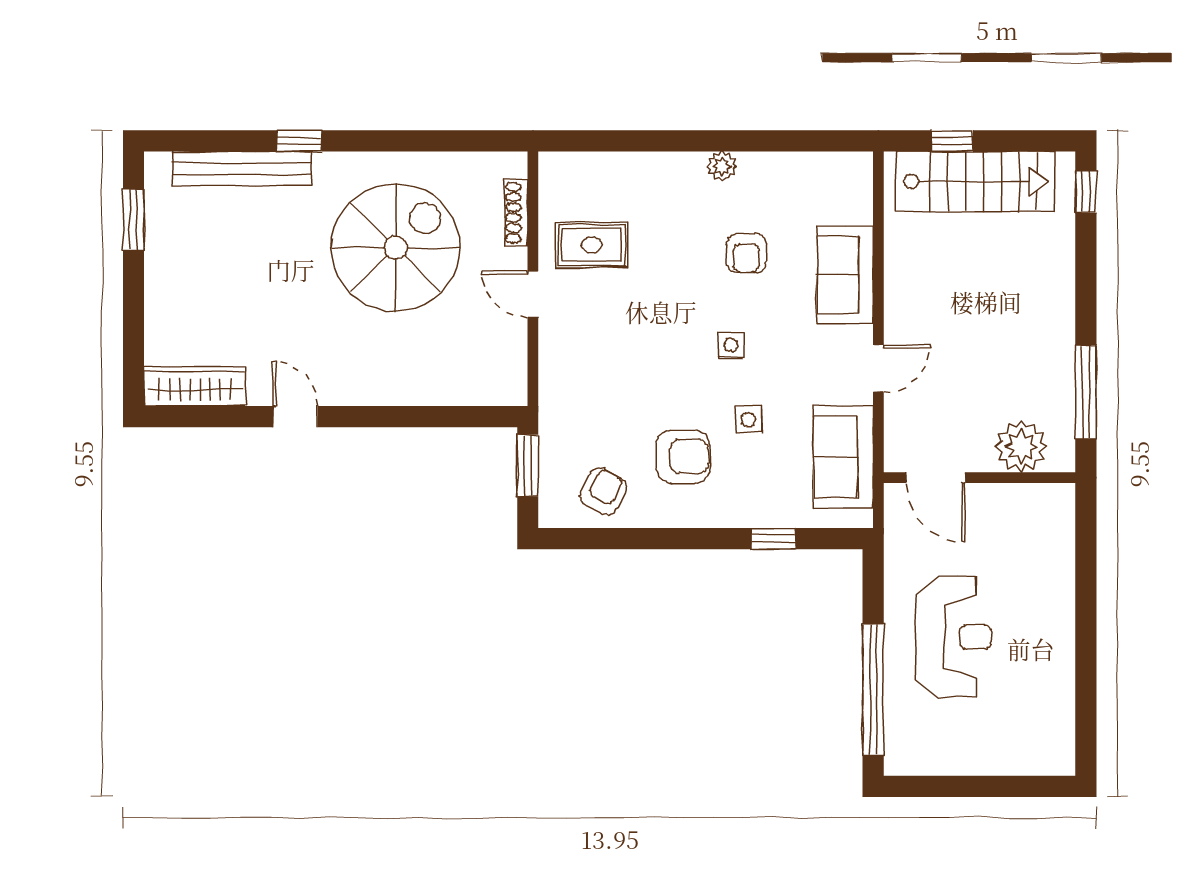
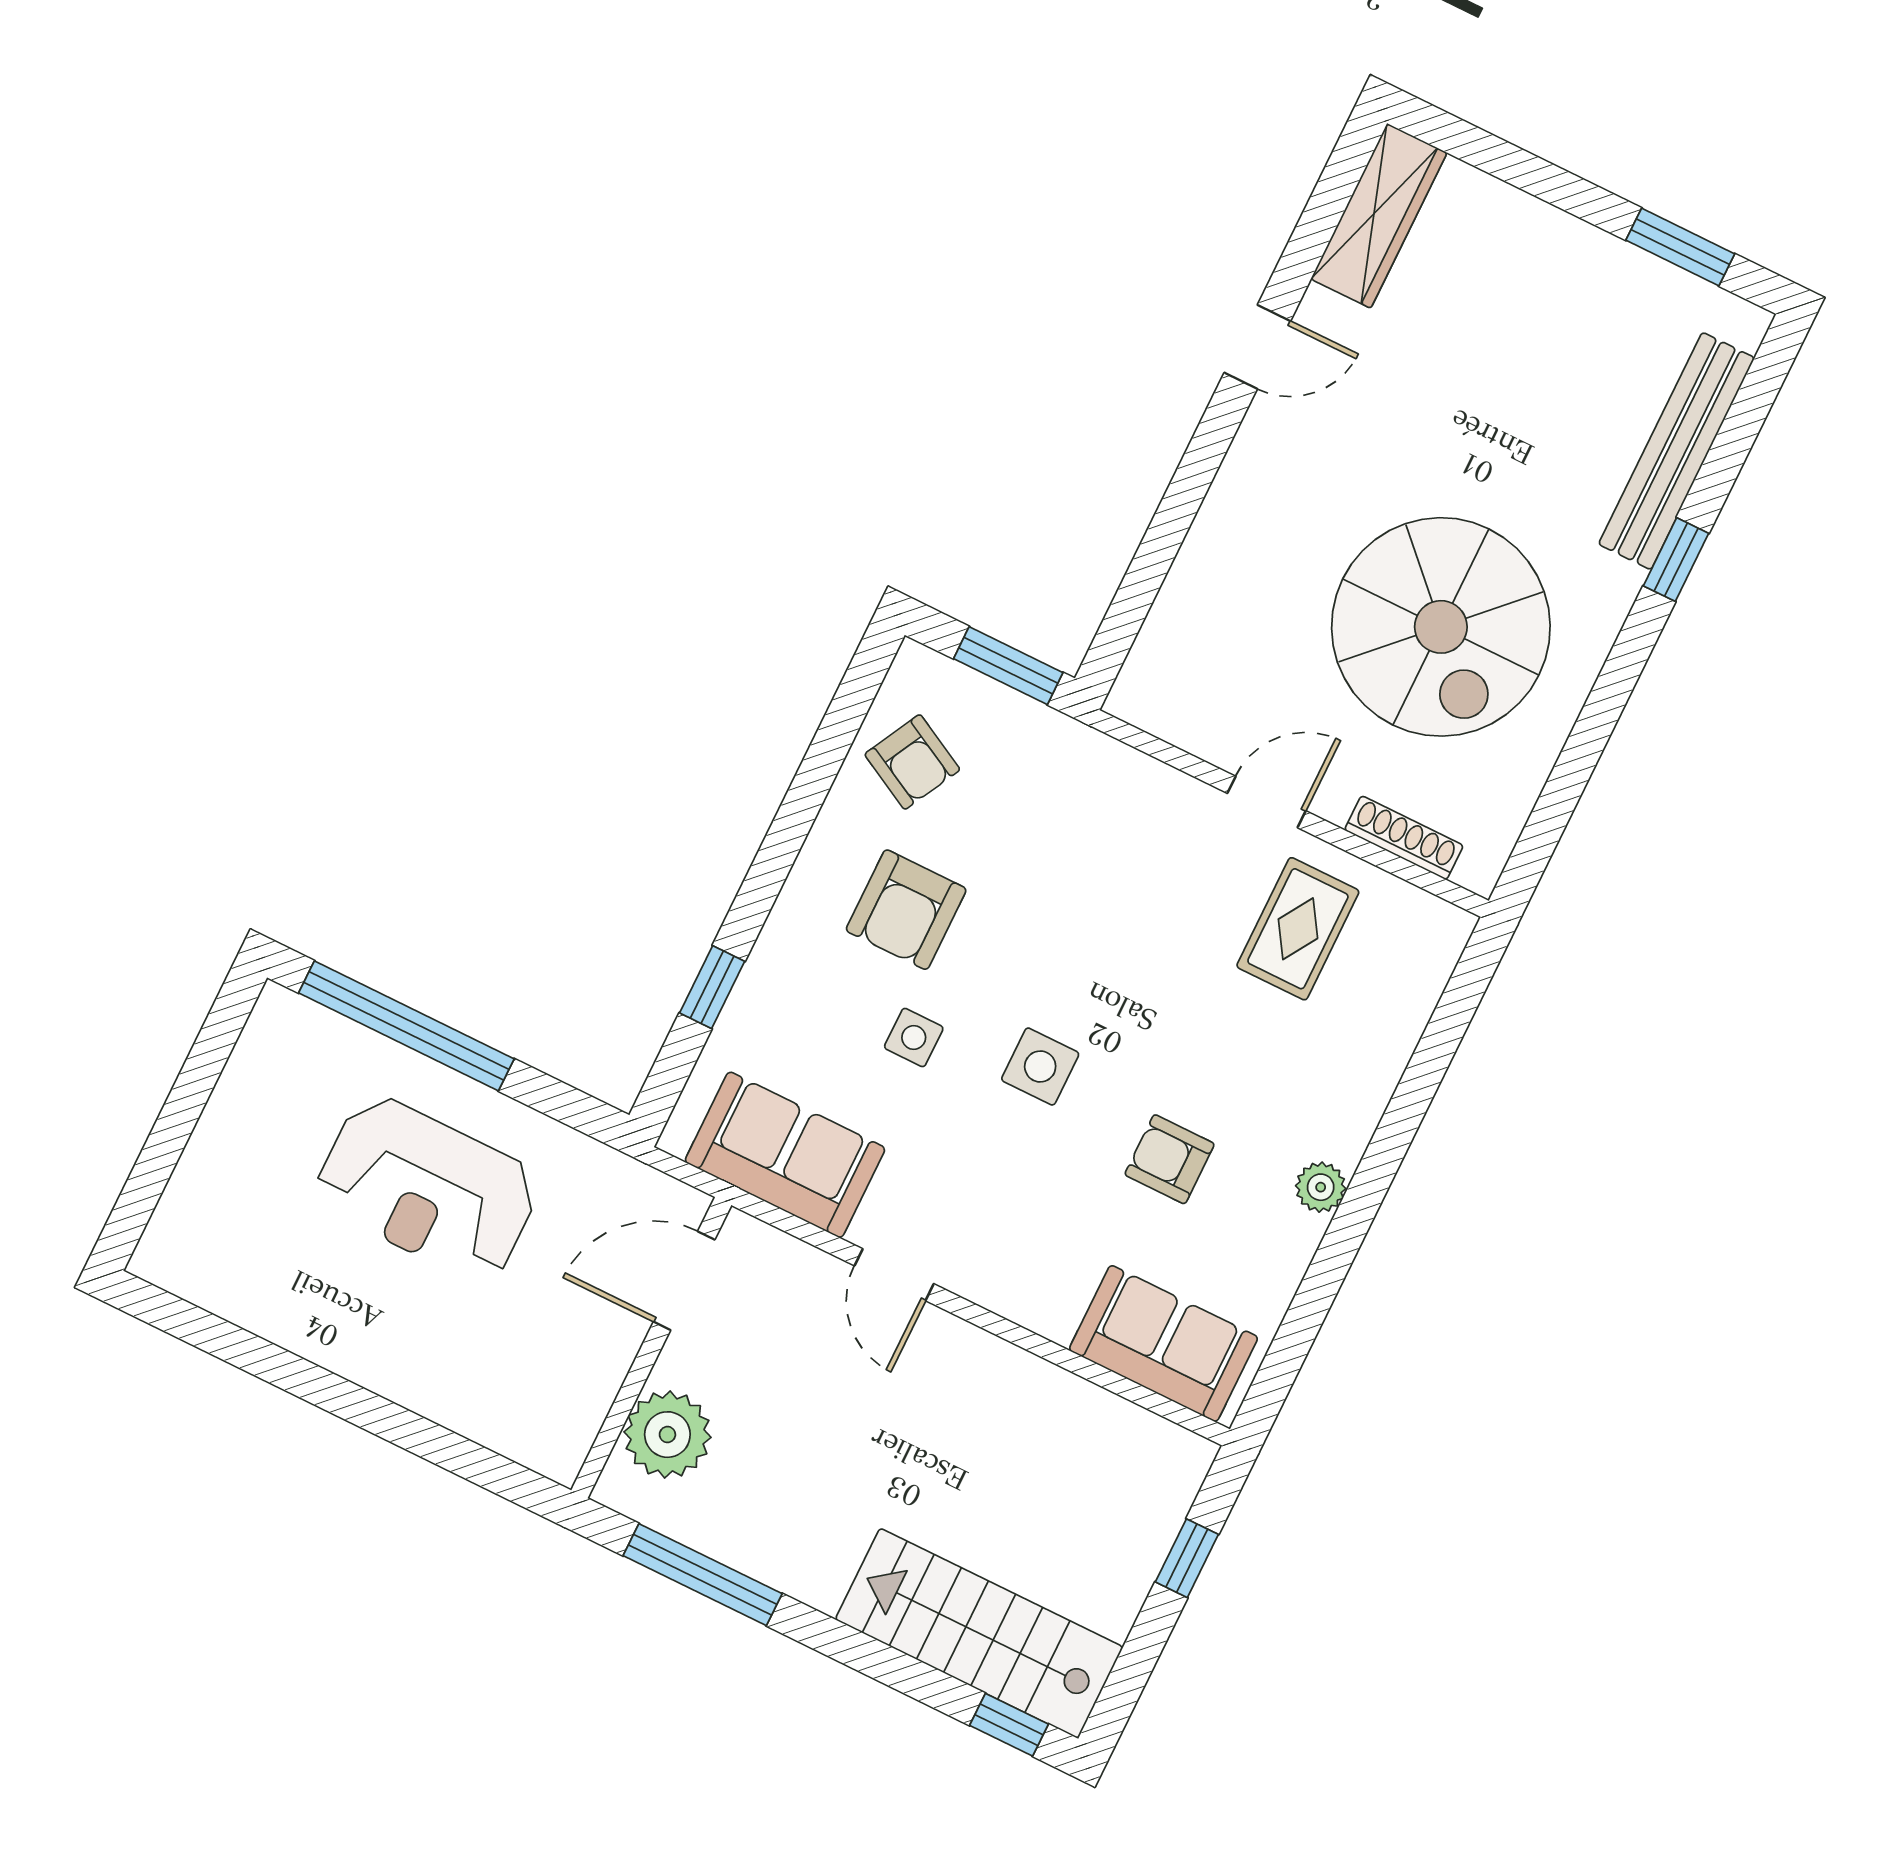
stairs: (975, 181) -> (979, 1633), moved, turned 90
sofa: (845, 275) -> (1163, 1343), moved
side table: (731, 345) -> (1040, 1066), width x1.37, depth x1.37

